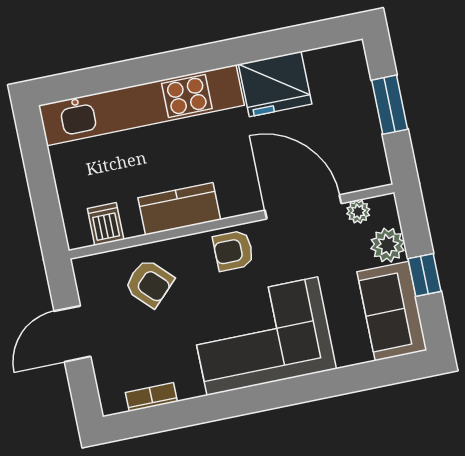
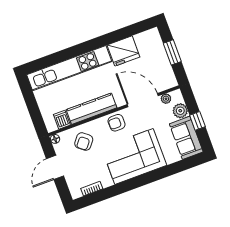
kitchen counter: (179, 209) -> (91, 109), width x1.50
floor lamp: (83, 267) -> (55, 139), added
armchair: (149, 283) -> (84, 142), turned 84

